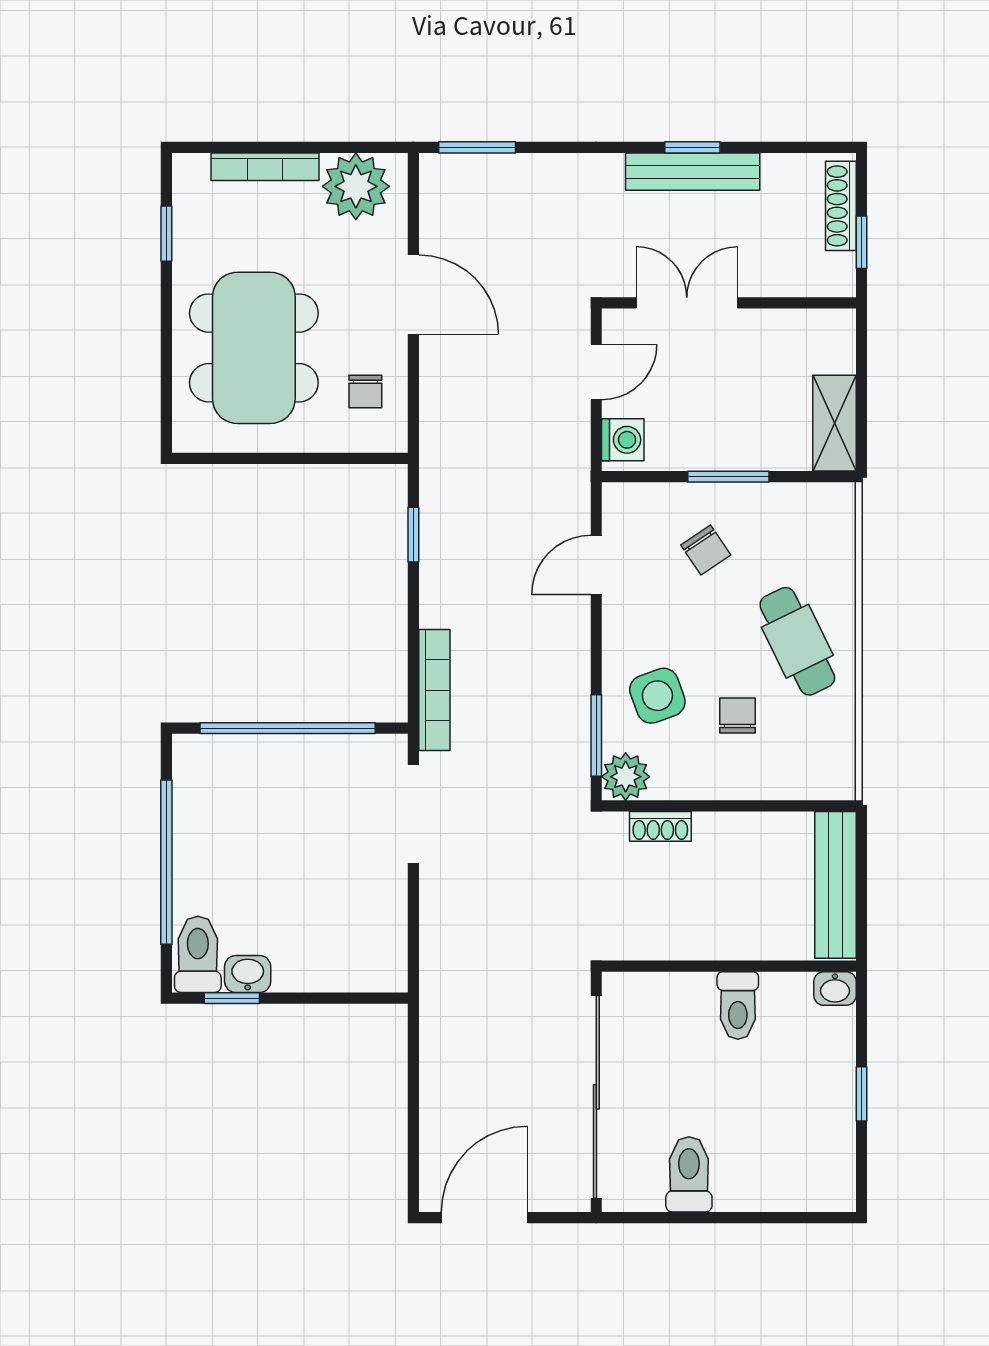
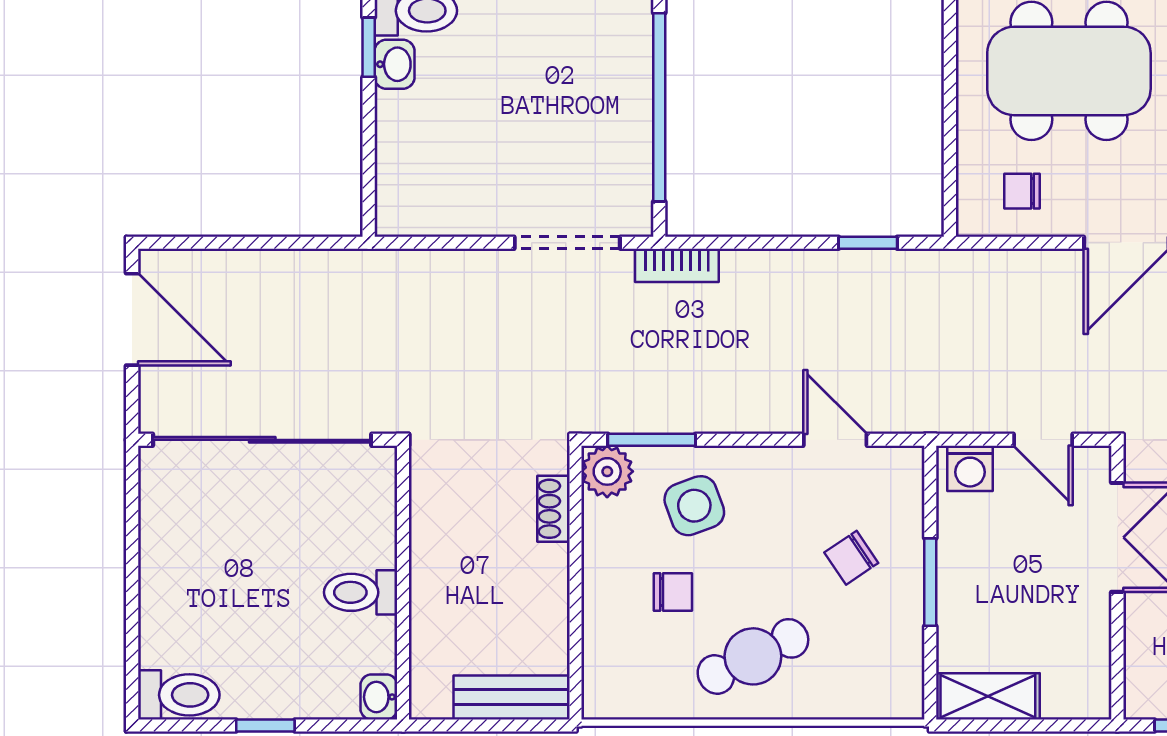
bookcase: (434, 690) -> (677, 265), width x0.64
bench: (835, 885) -> (512, 697), width x0.73
toilet: (689, 1174) -> (179, 695), moved

